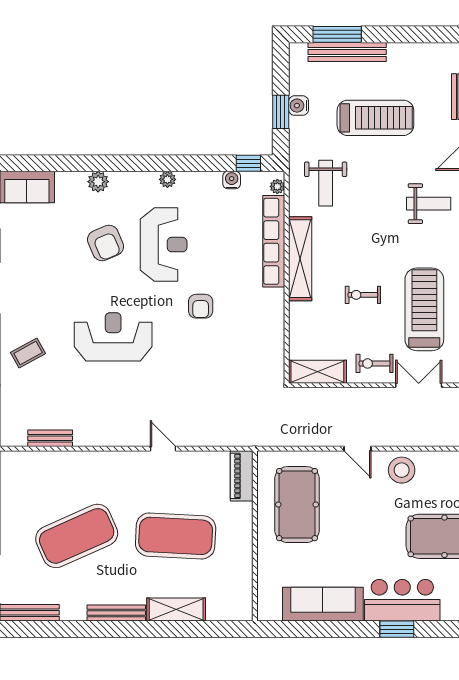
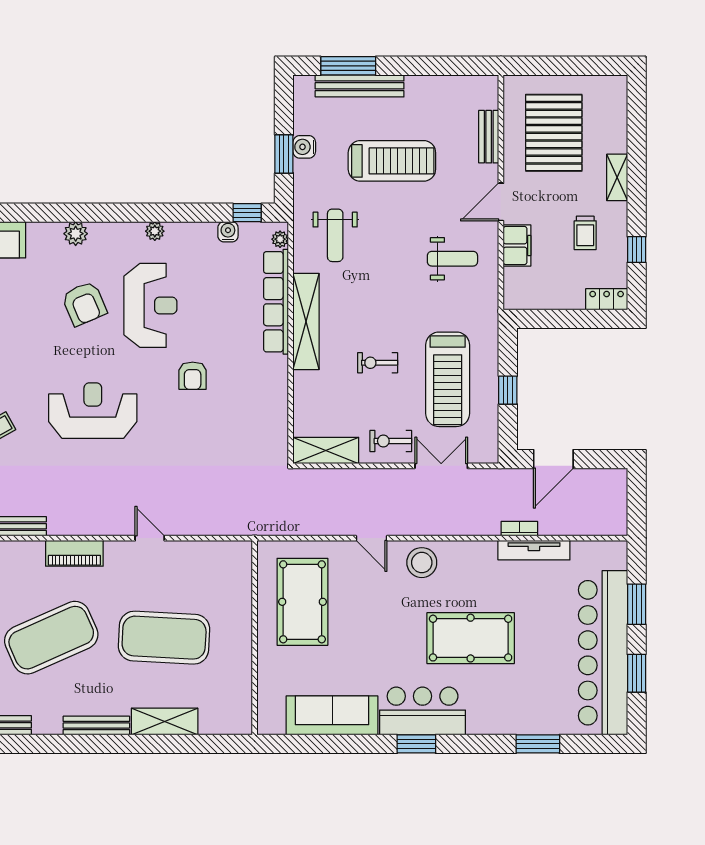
treadmill: (424, 309) -> (448, 379), turned 180
piano: (242, 476) -> (74, 553), moved, turned -90

